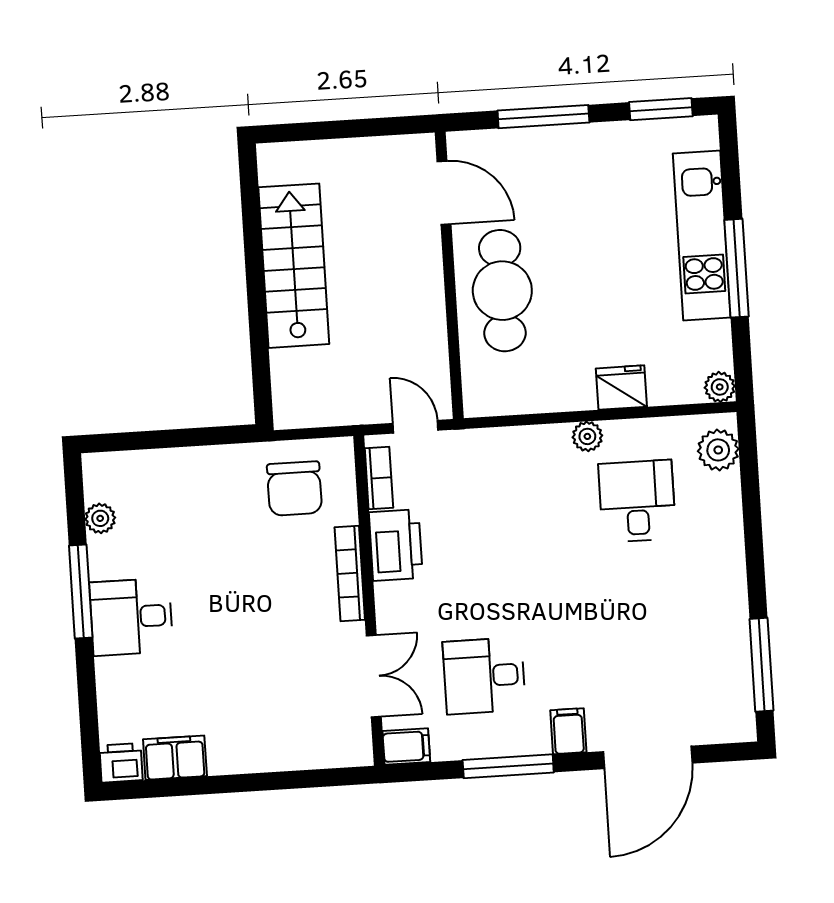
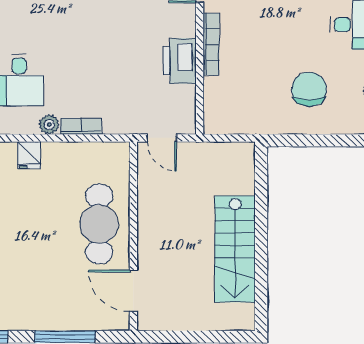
fridge: (621, 388) -> (29, 155), width x0.72
bookcase: (379, 478) -> (81, 126), moved, turned 90
chair: (294, 489) -> (309, 89), moved

